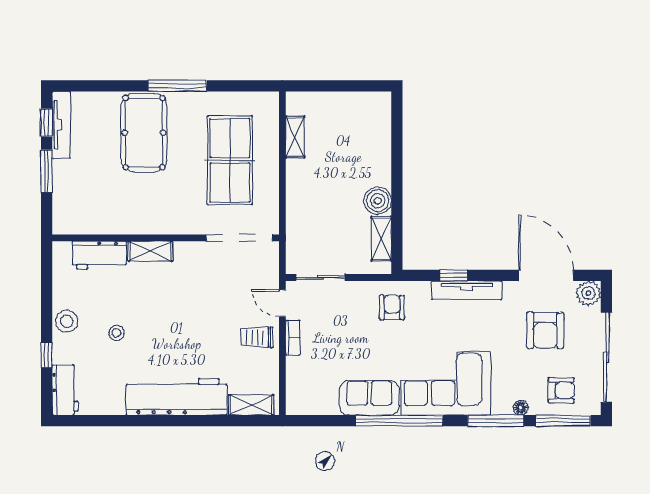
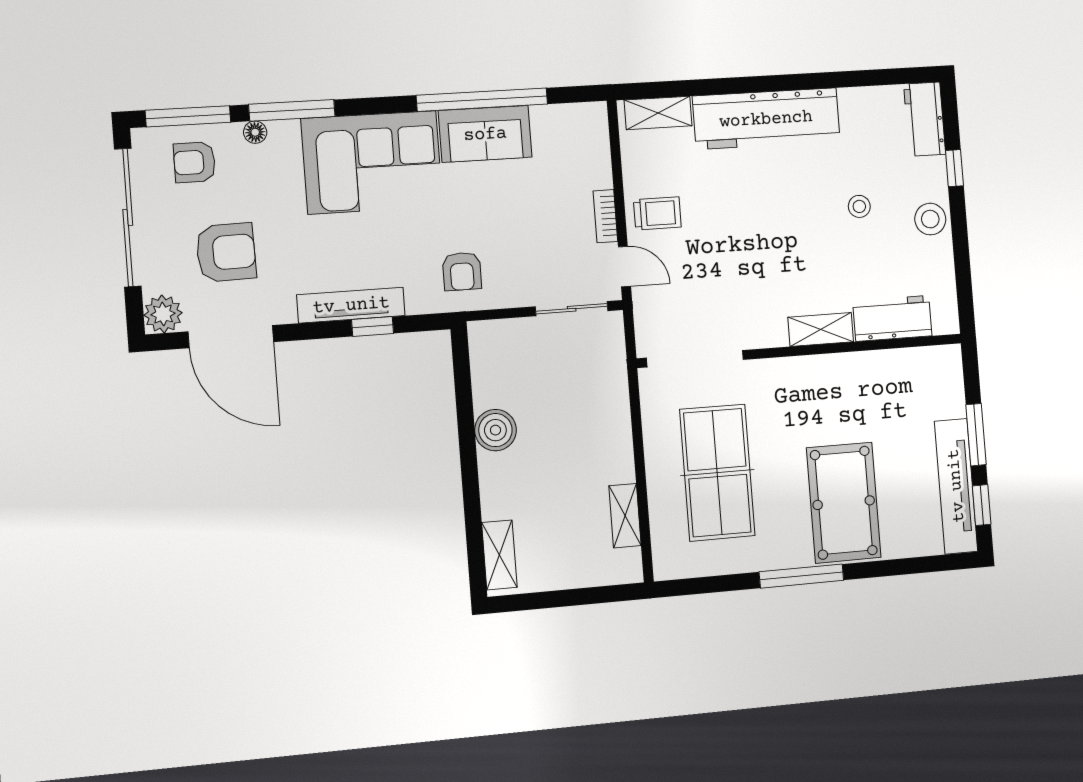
tv unit: (61, 125) -> (956, 486), width x1.36, depth x1.29
shelving: (381, 239) -> (499, 555), moved
armchair: (545, 330) -> (226, 252), turned 89
window: (399, 421) -> (482, 100), moved

